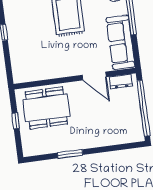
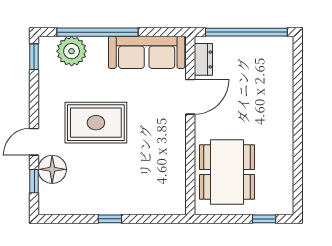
window: (16, 121) -> (264, 219), moved
window: (70, 154) -> (298, 147), removed

